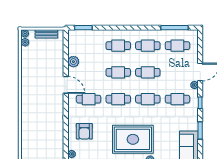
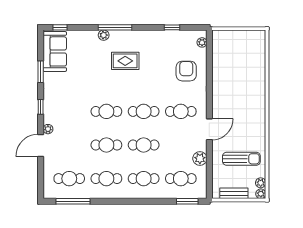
sun lounger: (40, 61) -> (241, 159), added
door: (66, 85) -> (209, 129), swing flipped
cafe table: (177, 99) -> (181, 179), moved
rug: (133, 139) -> (125, 61), width x0.54, depth x0.49

